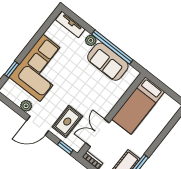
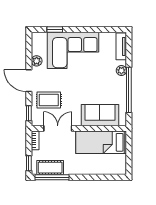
sofa: (108, 62) -> (100, 115), moved, turned 90

